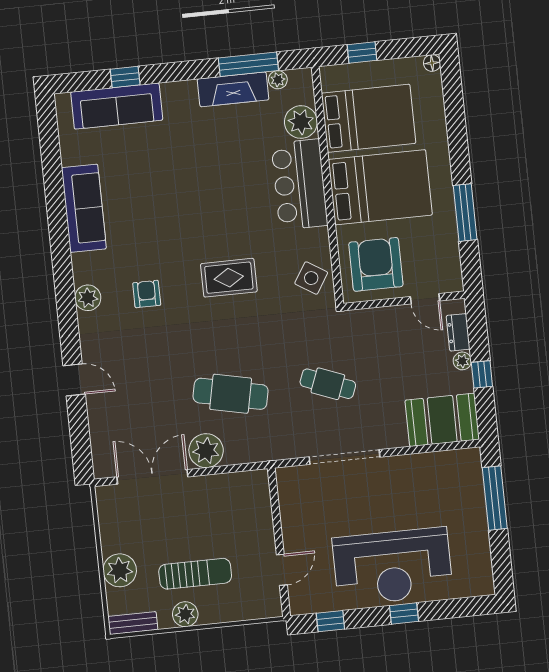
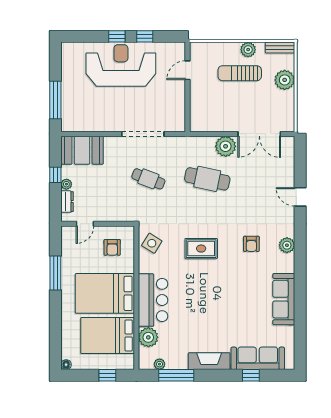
fireplace: (233, 89) -> (209, 361), moved
armchair: (376, 264) -> (112, 247), width x0.53, depth x0.53
door: (425, 299) -> (85, 224), swing flipped
window: (330, 621) -> (145, 36), moved

